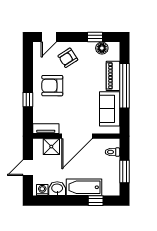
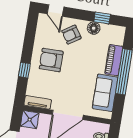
door: (49, 37) -> (56, 10), hinge flipped
floor lamp: (102, 48) -> (94, 28), moved
shower: (51, 147) -> (30, 120), moved

